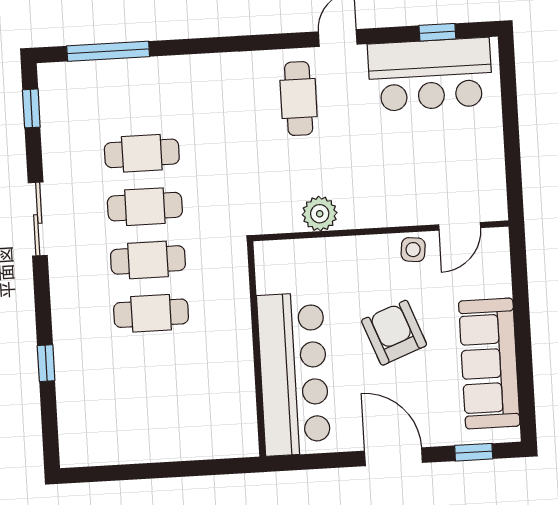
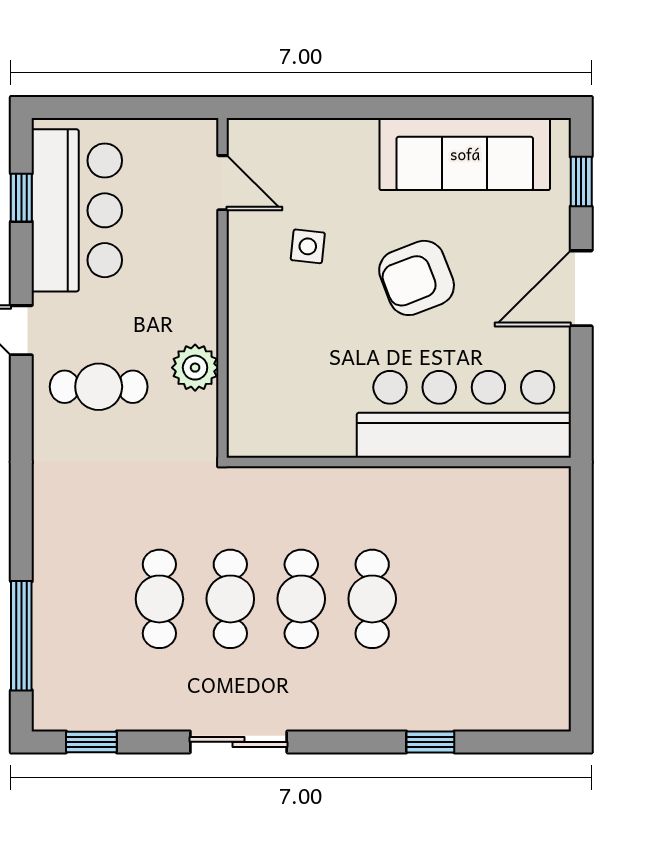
plant: (320, 214) -> (195, 368), moved
door: (460, 226) -> (222, 183), moved
wall: (381, 231) -> (222, 288), moved

